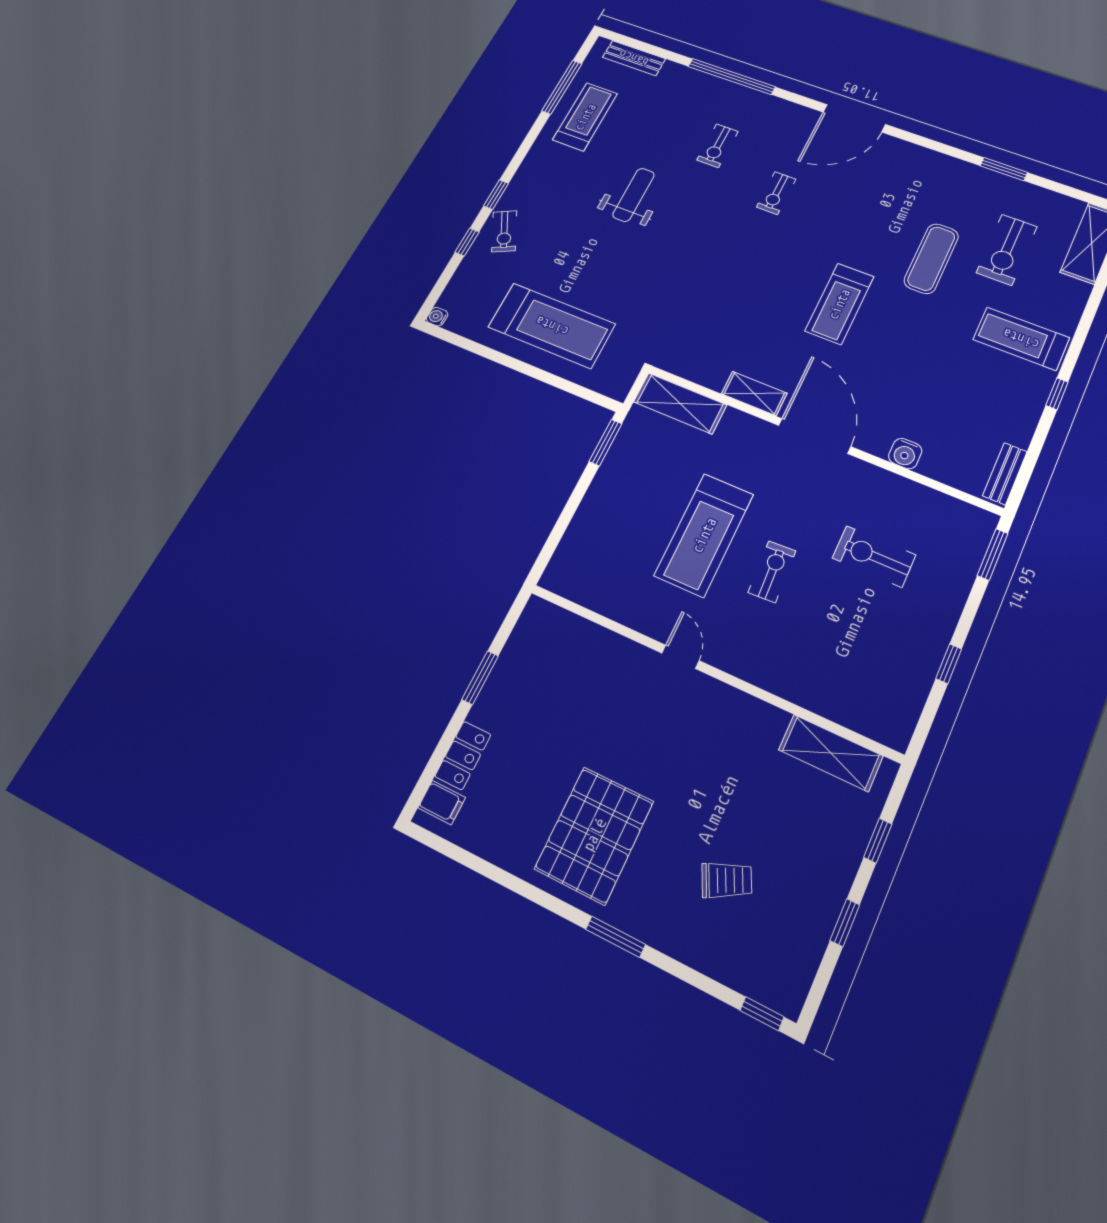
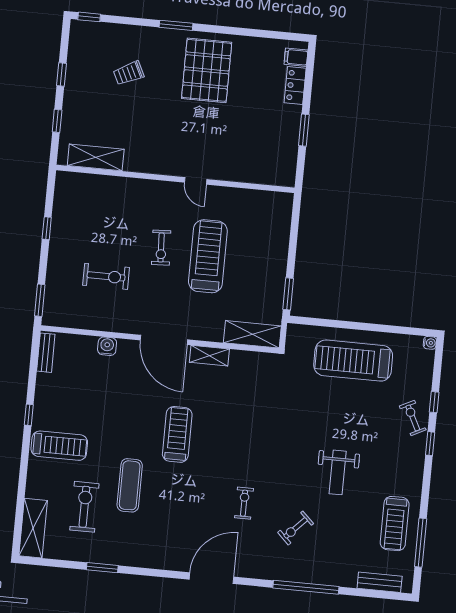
exercise bike: (717, 146) -> (296, 528), turned -136

